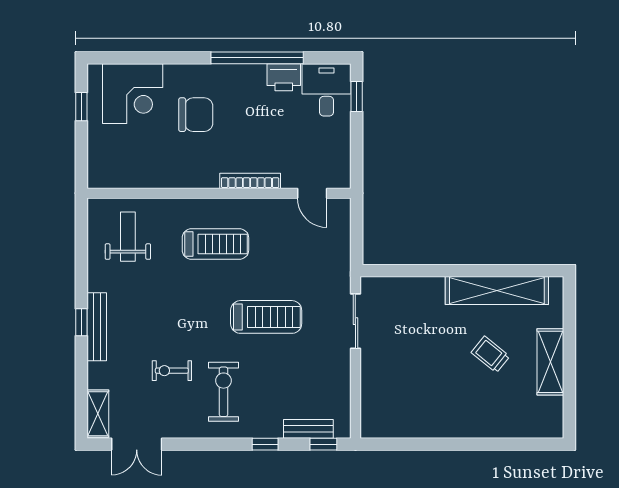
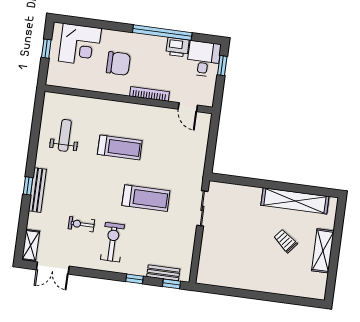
bookcase: (250, 181) -> (149, 94), moved
wall: (219, 193) -> (129, 99), moved
door: (312, 193) -> (188, 107), moved

